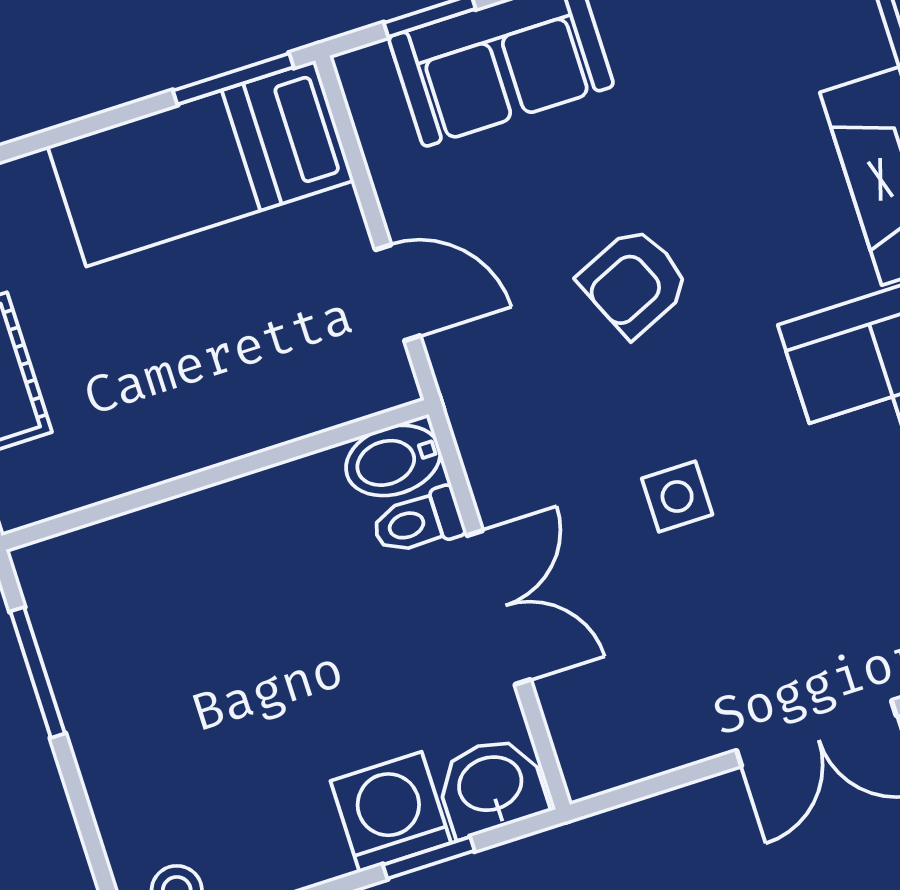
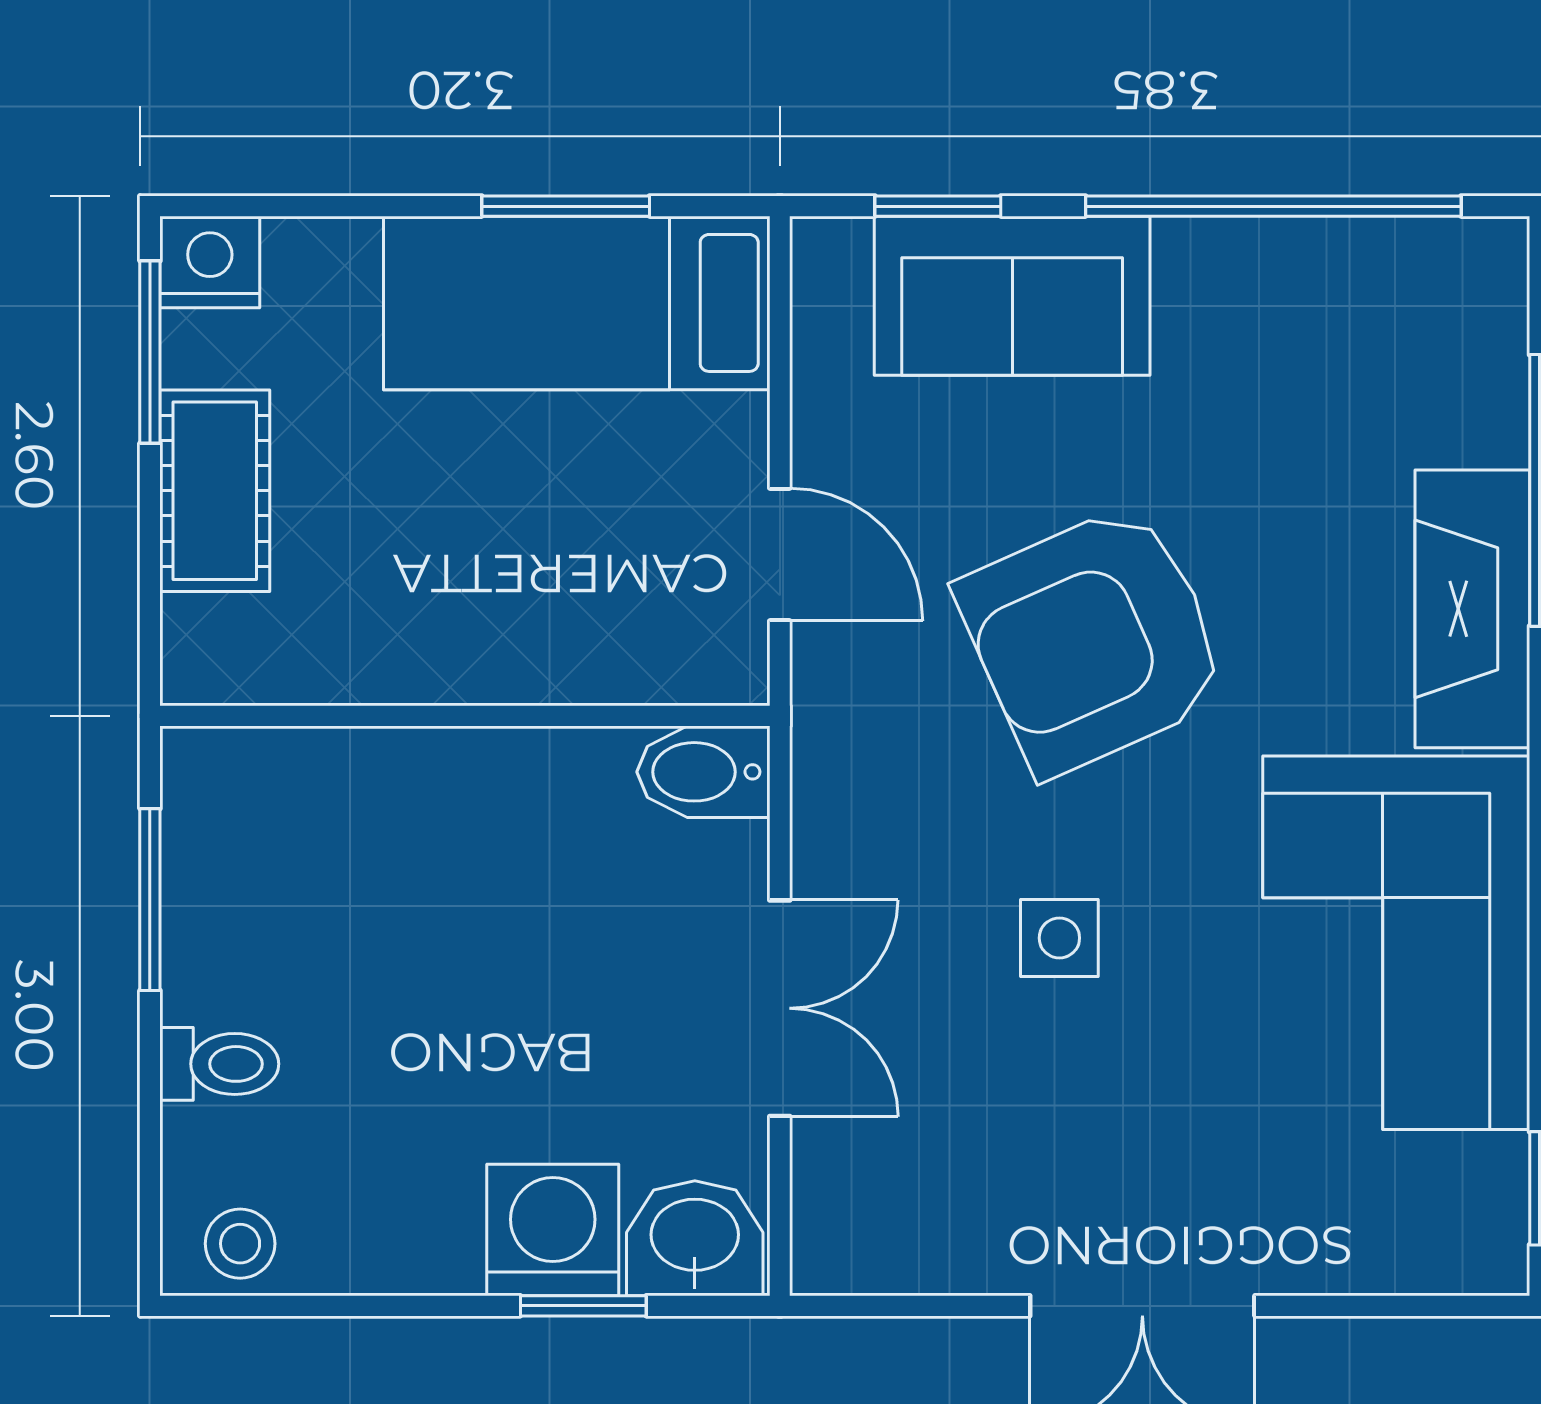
window: (233, 79) -> (566, 206), moved
armchair: (634, 282) -> (1093, 640), width x1.88, depth x1.88
toilet: (418, 522) -> (219, 1064), moved, turned 180

